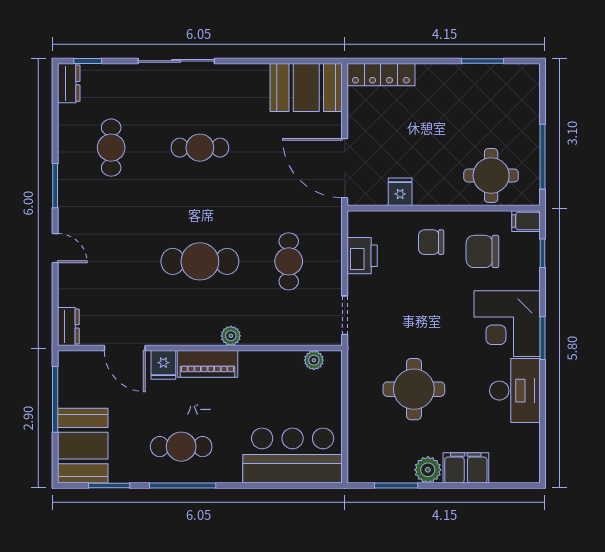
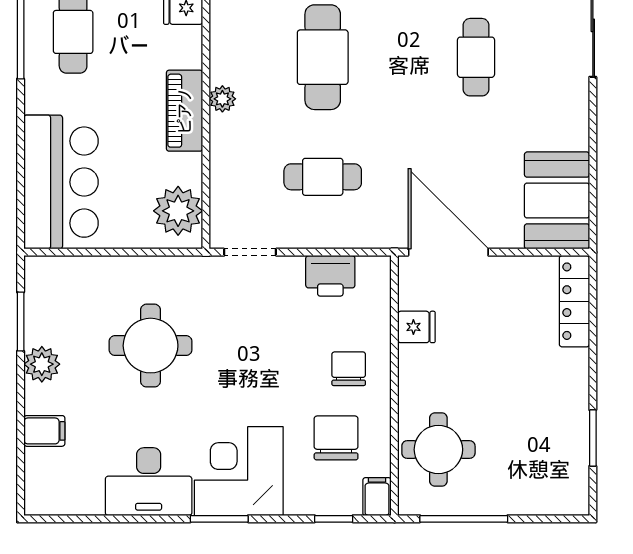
door: (345, 168) -> (448, 252), hinge flipped
plant: (314, 360) -> (178, 211), width x1.87, depth x1.87
piano: (208, 364) -> (185, 111), moved
filing cabinet: (466, 468) -> (44, 431), width x0.50

